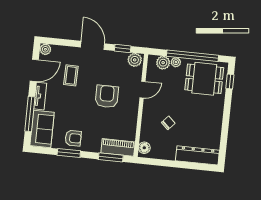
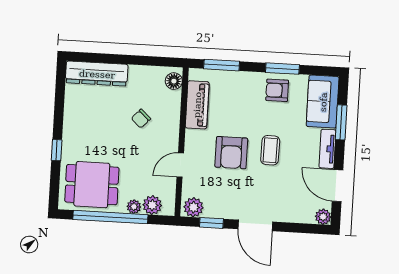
door: (34, 70) -> (338, 186), hinge flipped
coffee table: (71, 75) -> (270, 150), moved
window: (230, 82) -> (57, 150), moved
window: (30, 114) -> (341, 122), width x0.69
piano: (118, 147) -> (197, 105), moved, turned -90

